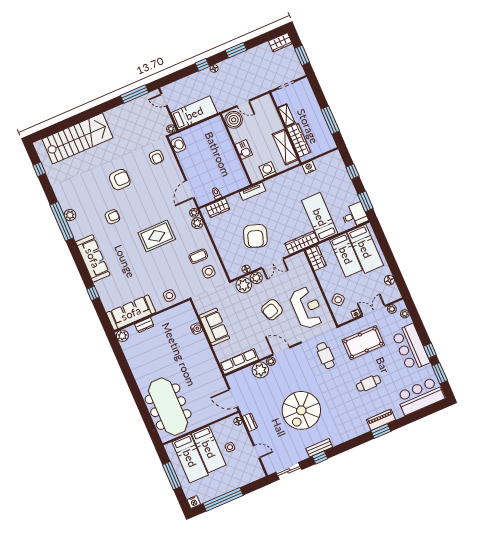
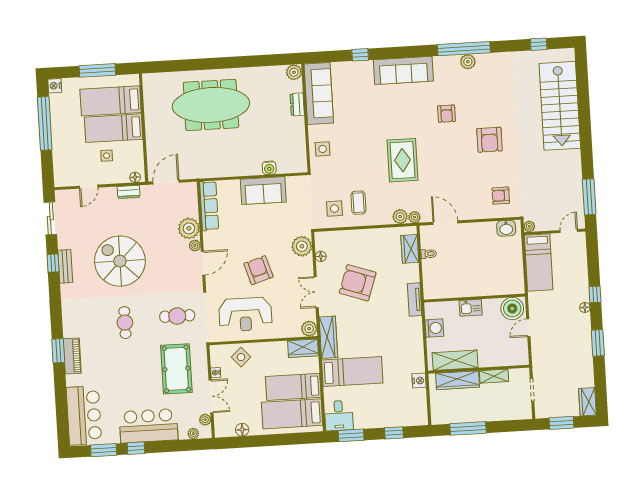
plant: (256, 278) -> (309, 329), moved
cafe table: (369, 383) -> (125, 323), moved
meeting table: (168, 407) -> (211, 105), moved

